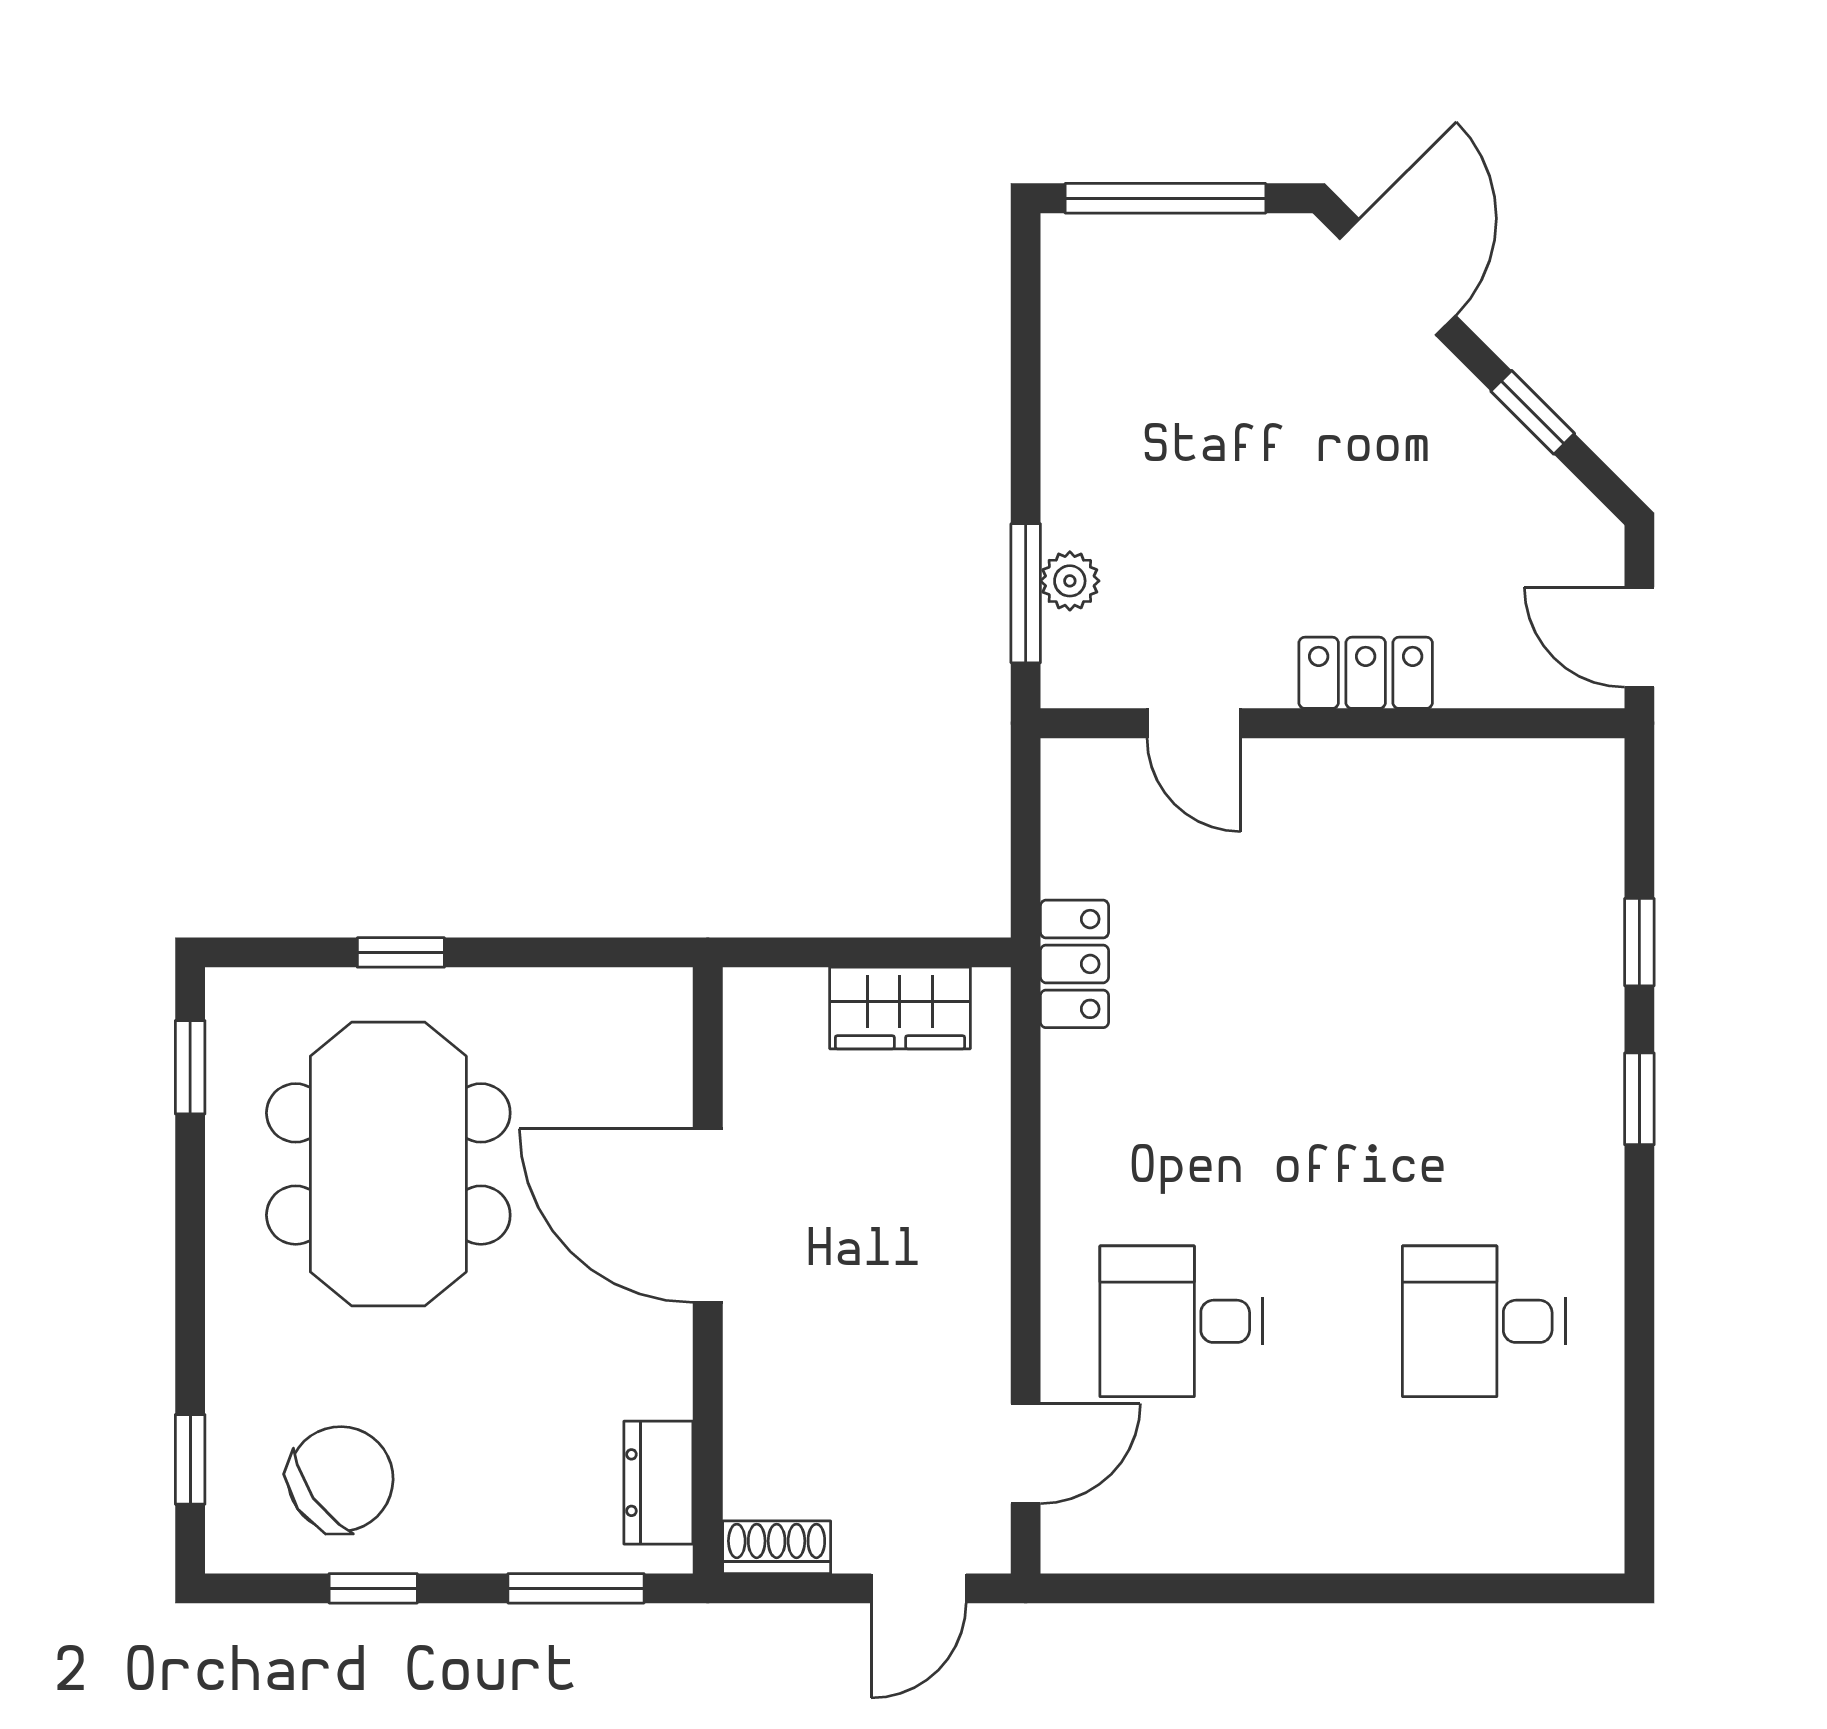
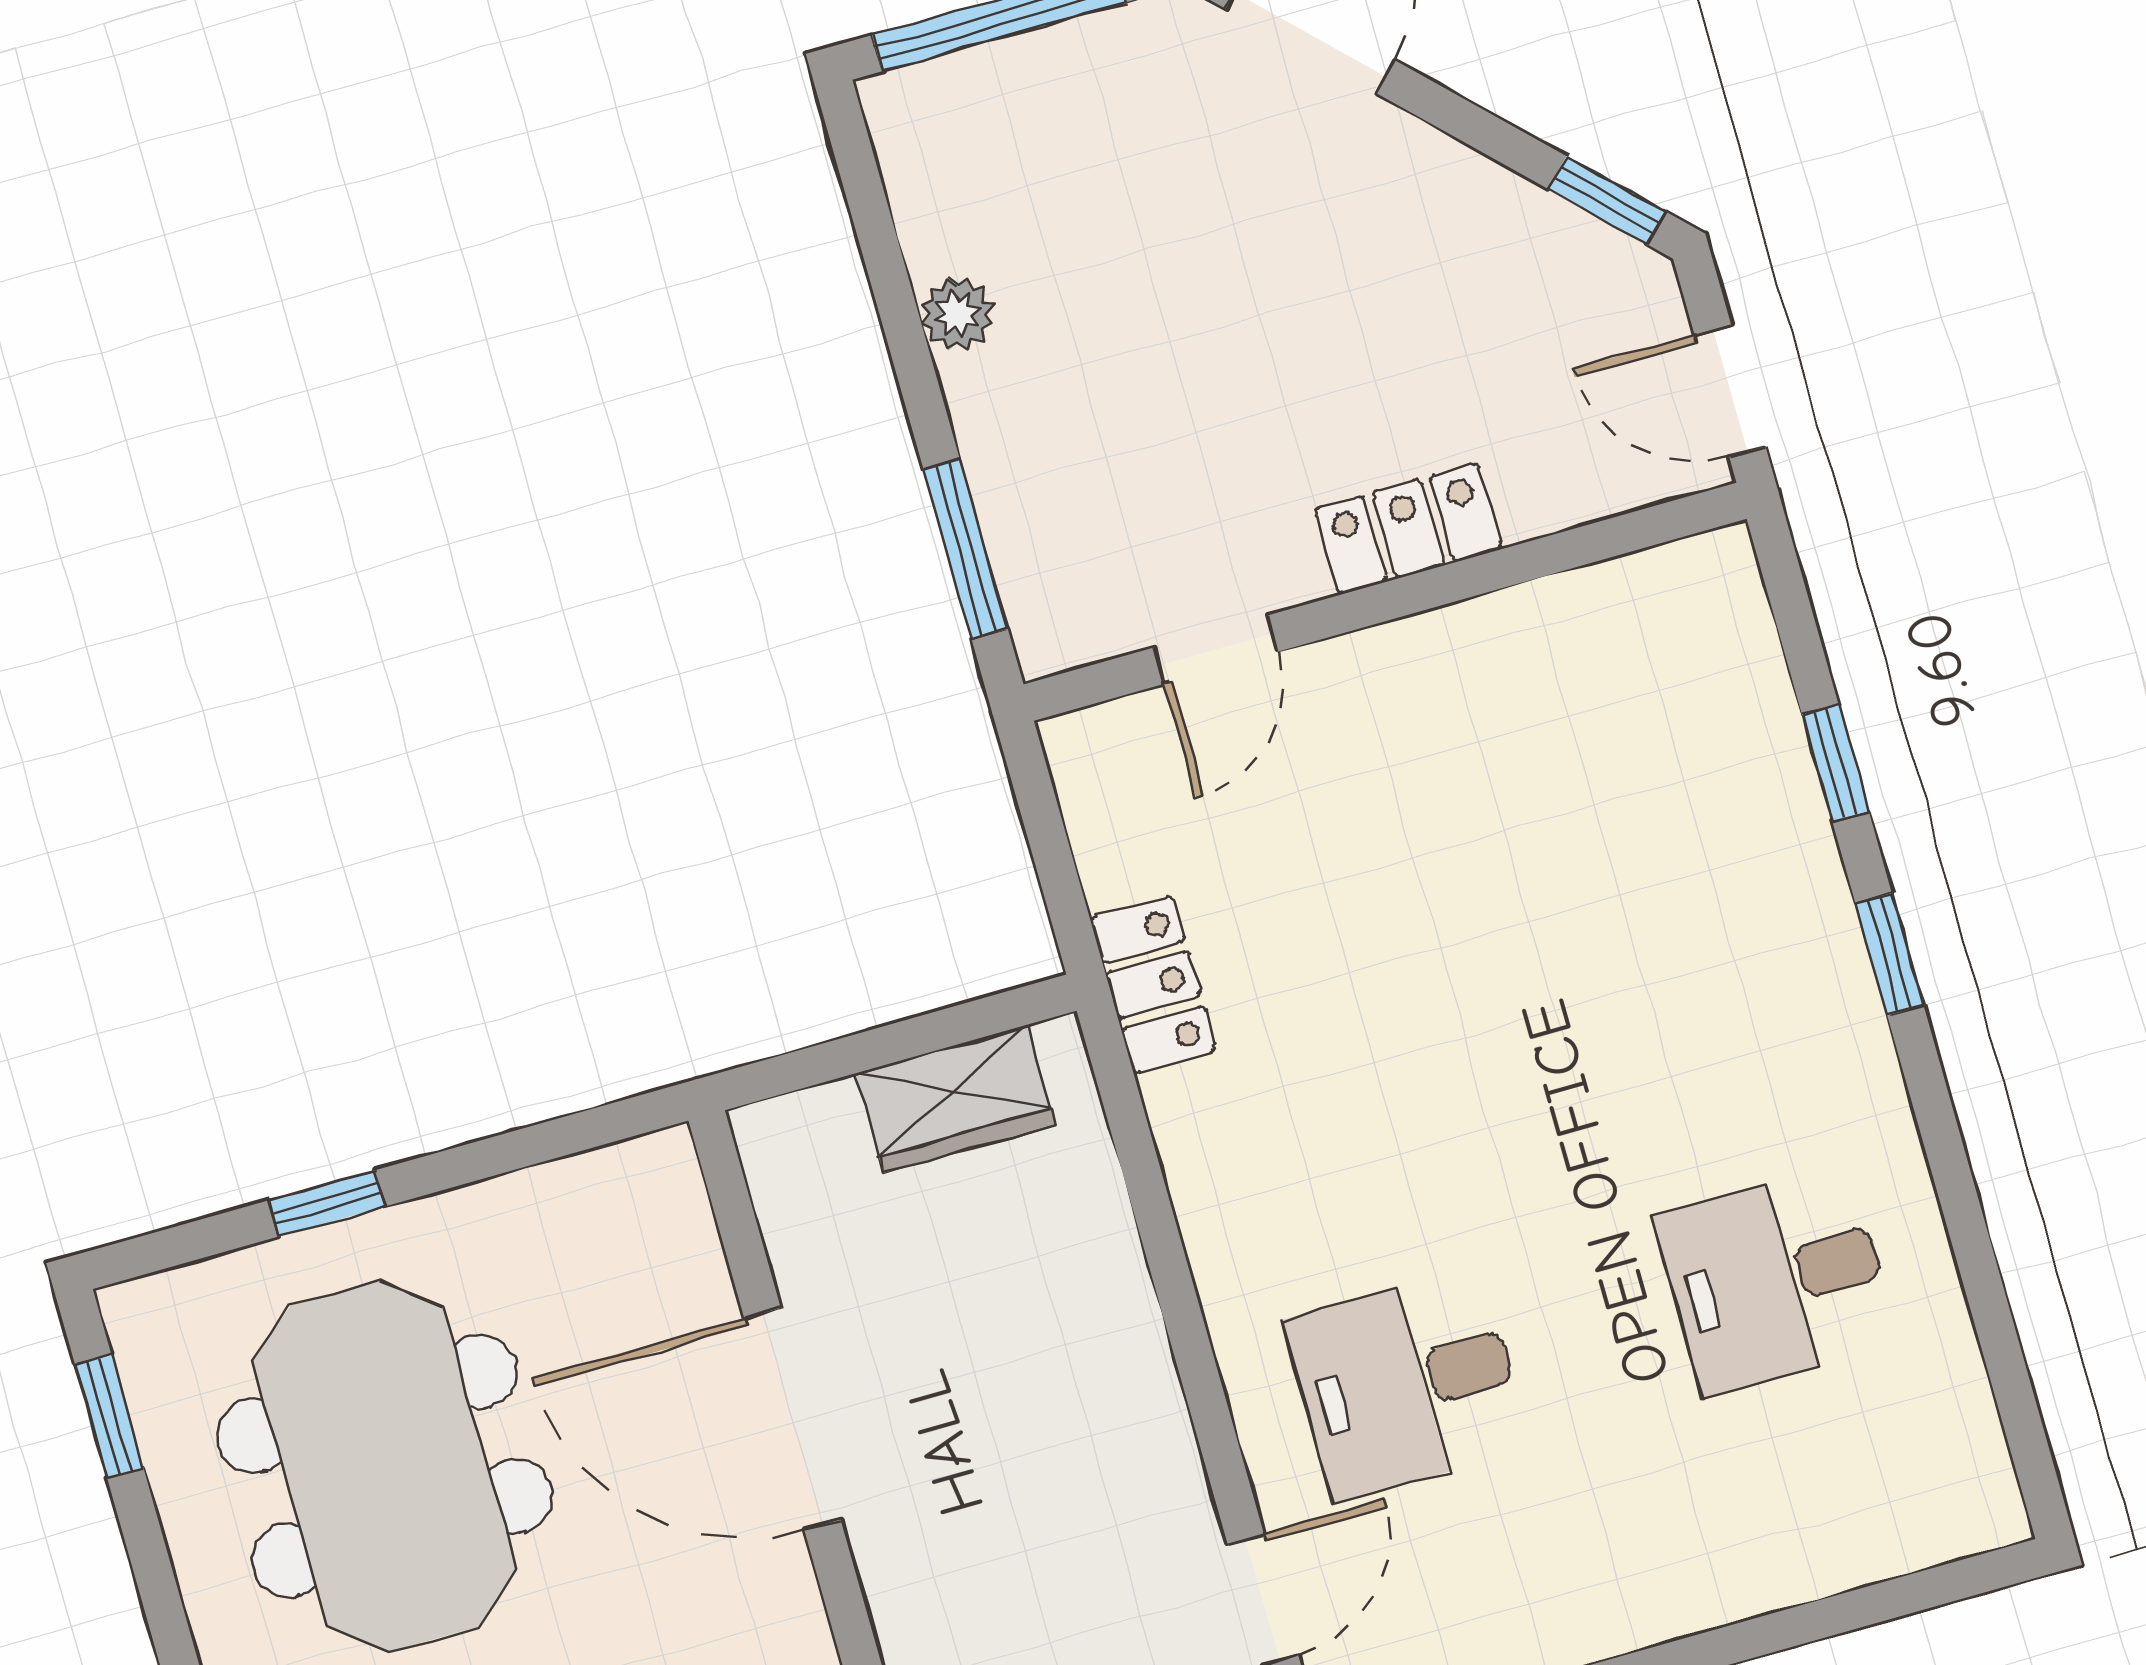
window: (1533, 412) -> (1607, 200), moved
plant: (1070, 581) -> (957, 314), moved
door: (1194, 723) -> (1216, 650), hinge flipped

